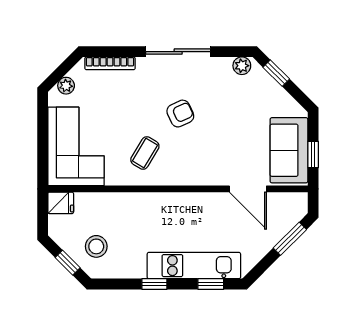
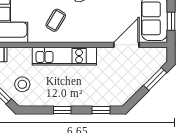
door: (248, 189) -> (126, 45), swing flipped
kitchen unit: (194, 266) -> (64, 56), moved, turned 180

